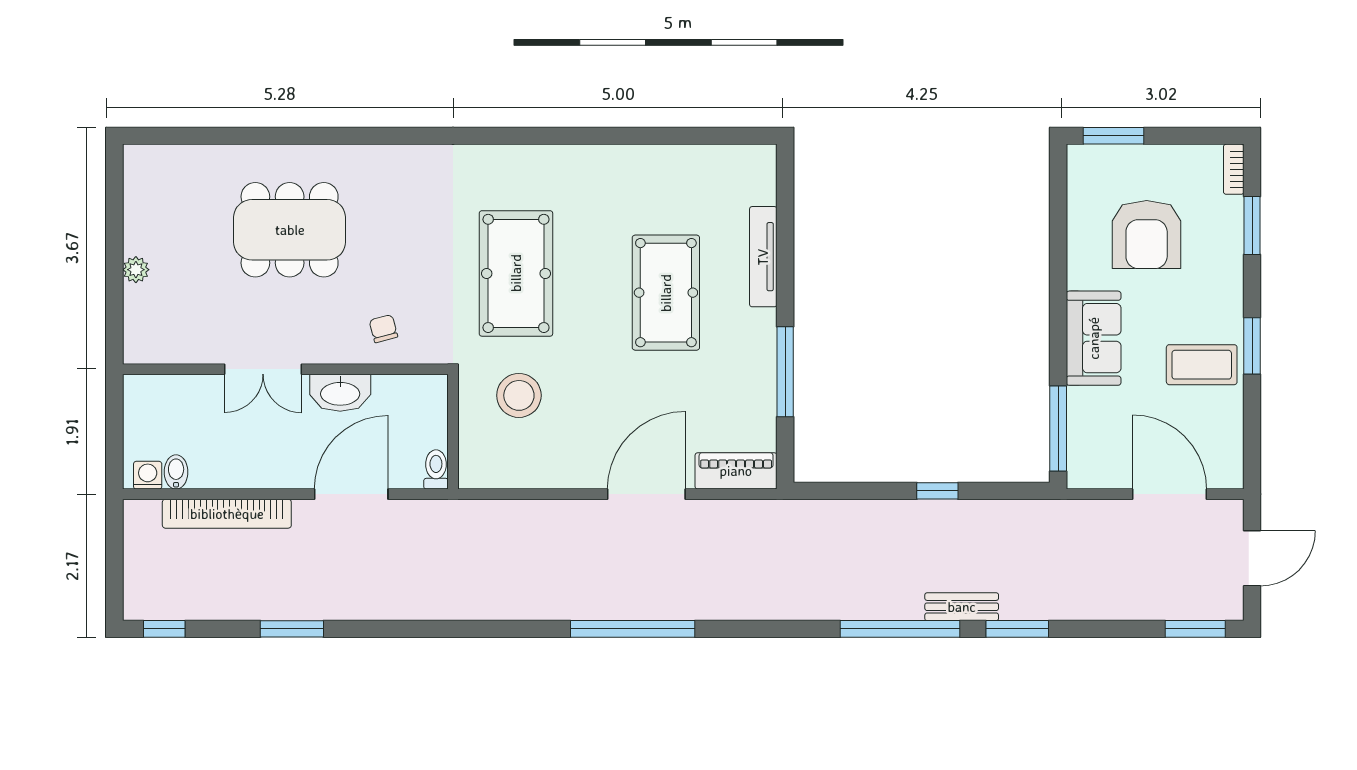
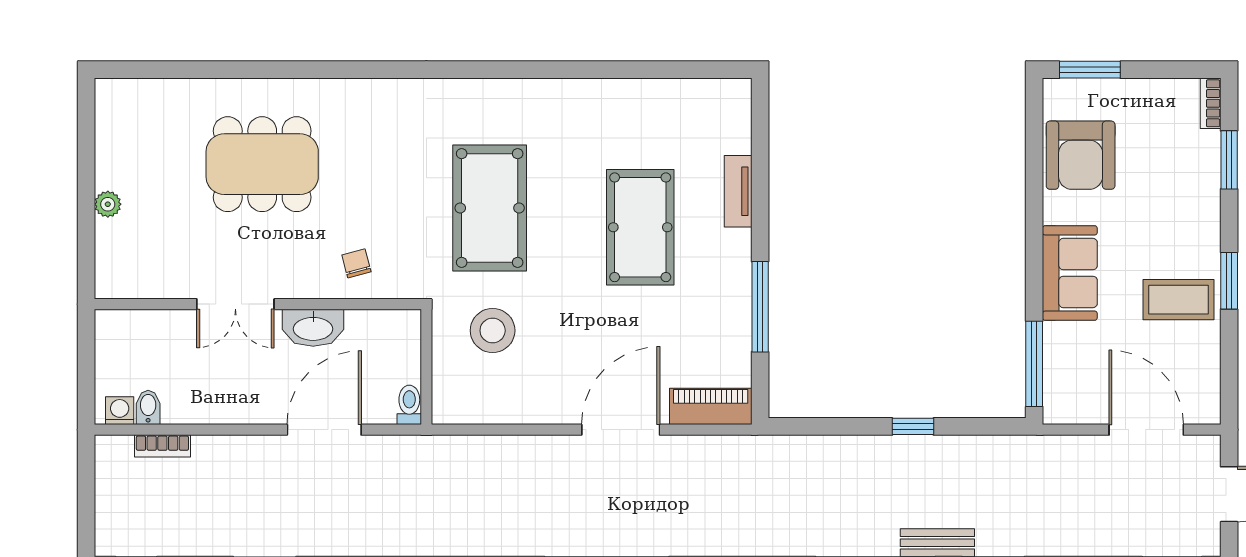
armchair: (1147, 235) -> (1081, 155), moved
tv unit: (763, 257) -> (738, 191), width x0.71
bookcase: (227, 514) -> (162, 446), width x0.43, depth x0.76

